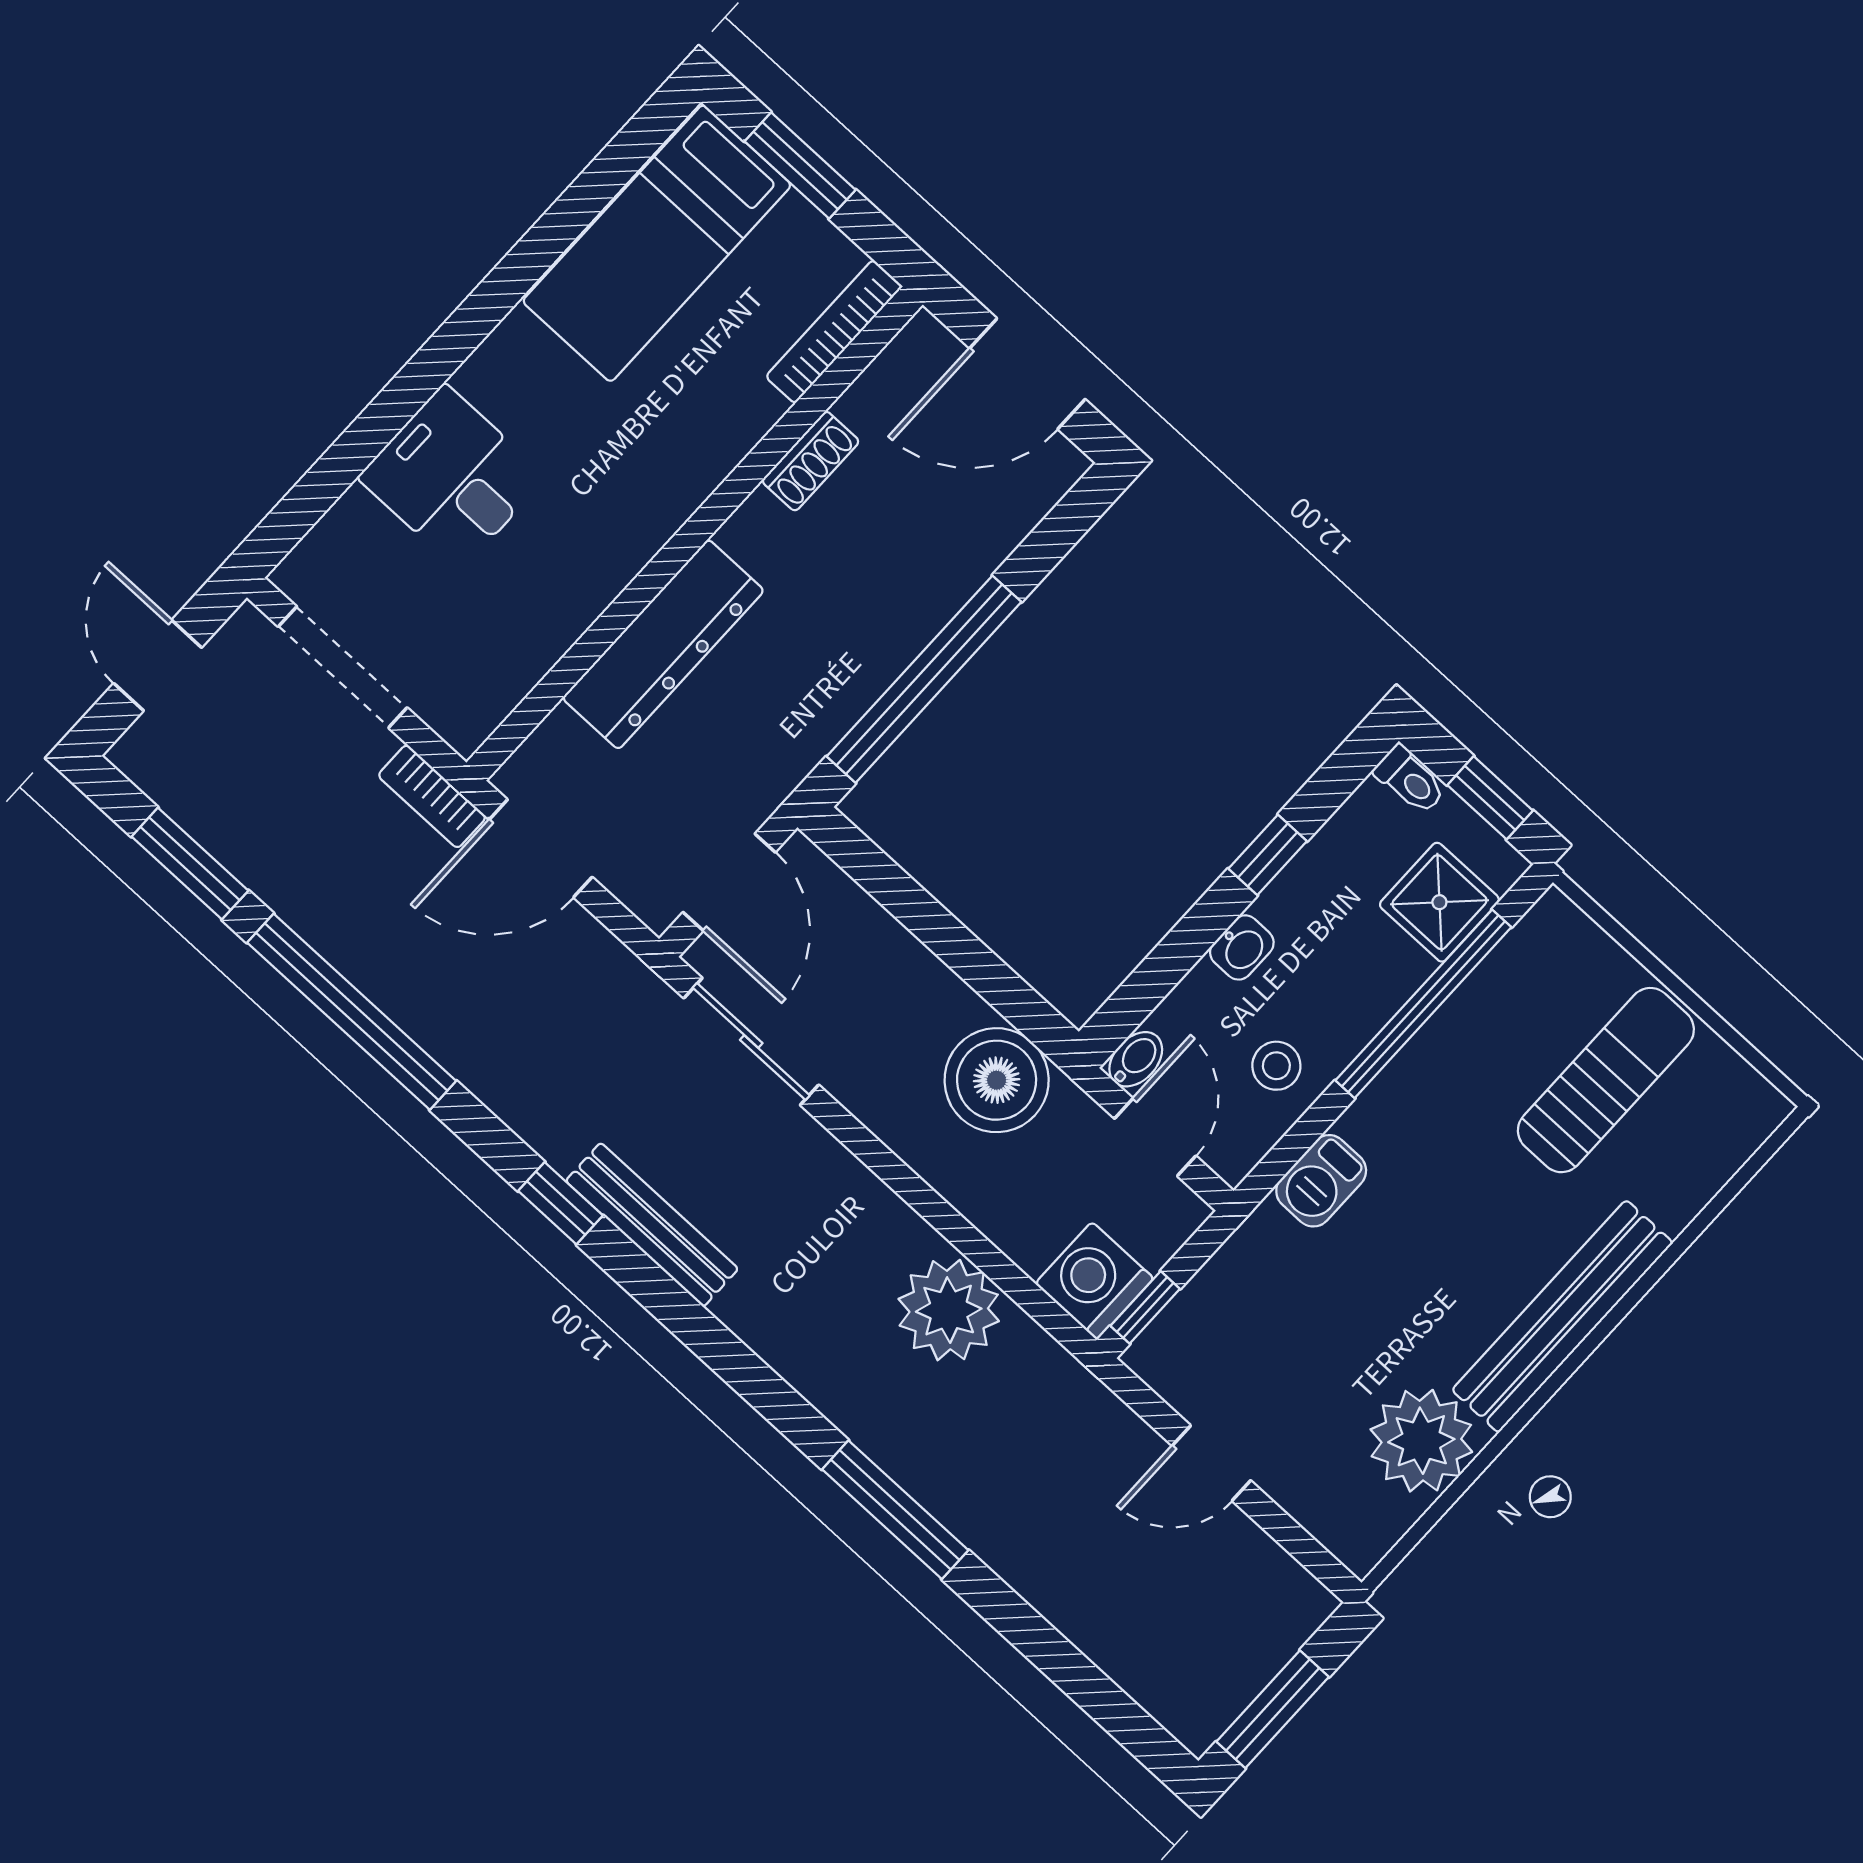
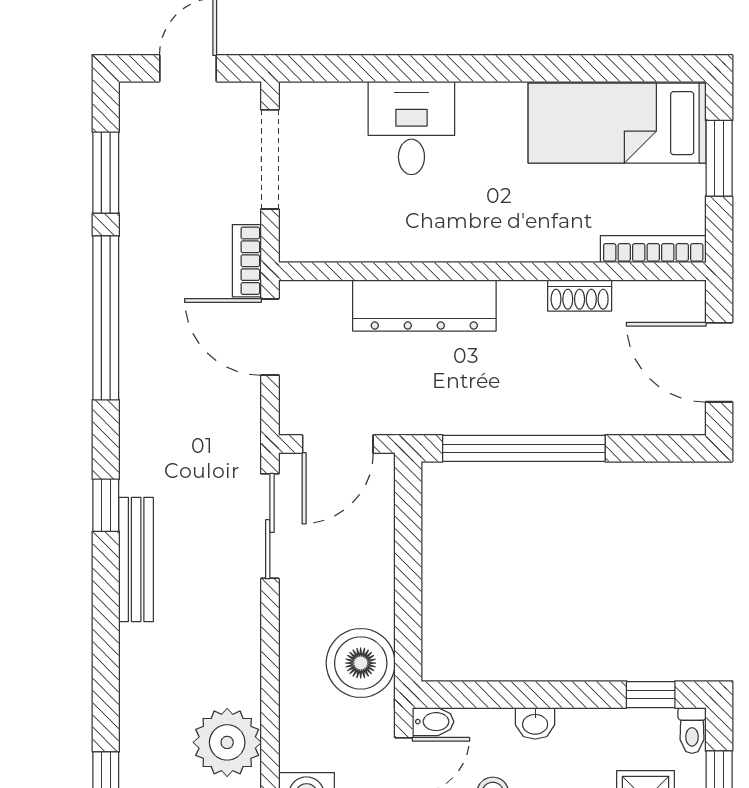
window: (1268, 855) -> (651, 695), moved

